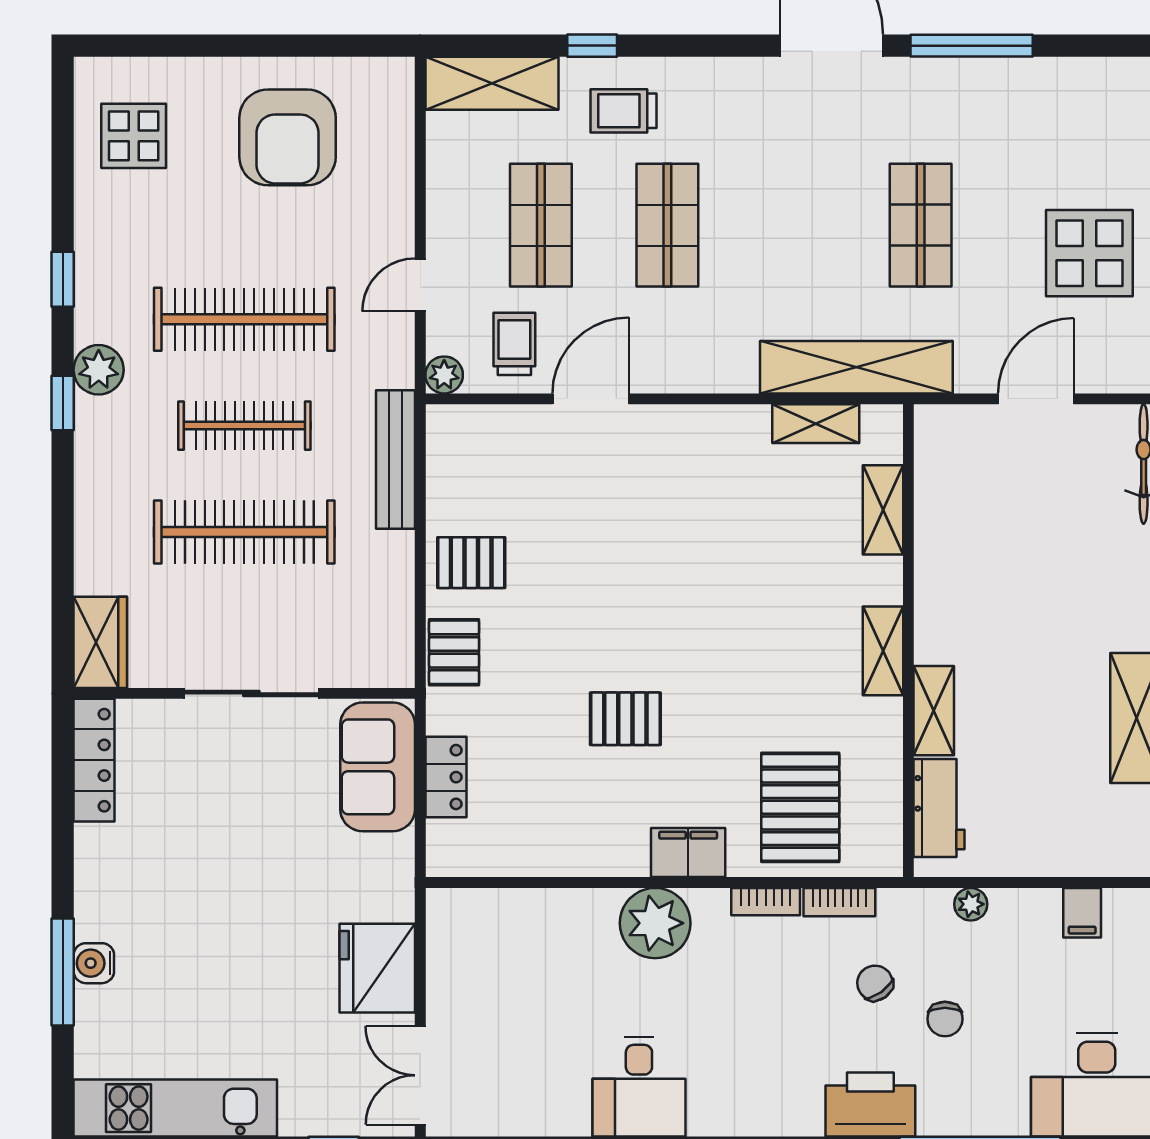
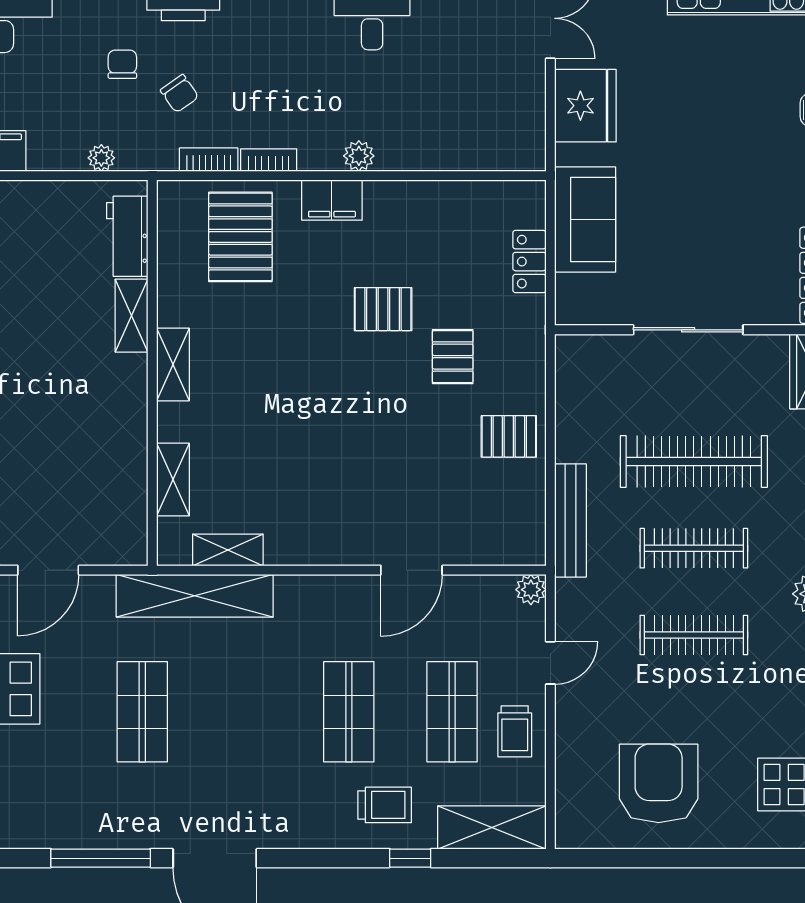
clothes rail: (244, 319) -> (694, 635), width x0.73, depth x0.76
trolley: (514, 344) -> (515, 731), moved
pallet: (454, 652) -> (453, 357), moved
sofa: (378, 767) -> (585, 219), moved
plant: (655, 923) -> (359, 156), width x0.53, depth x0.53

